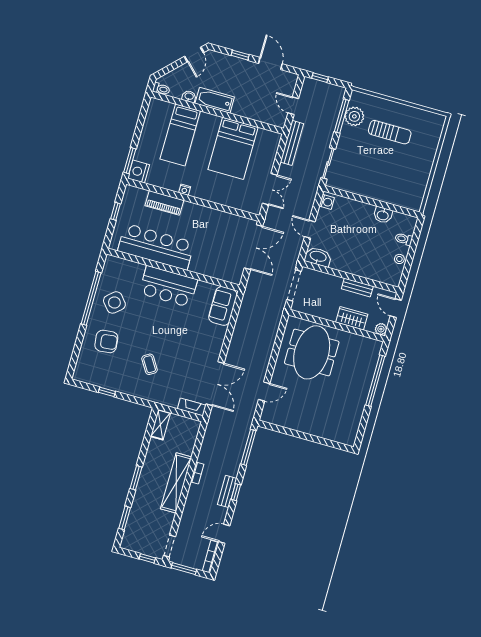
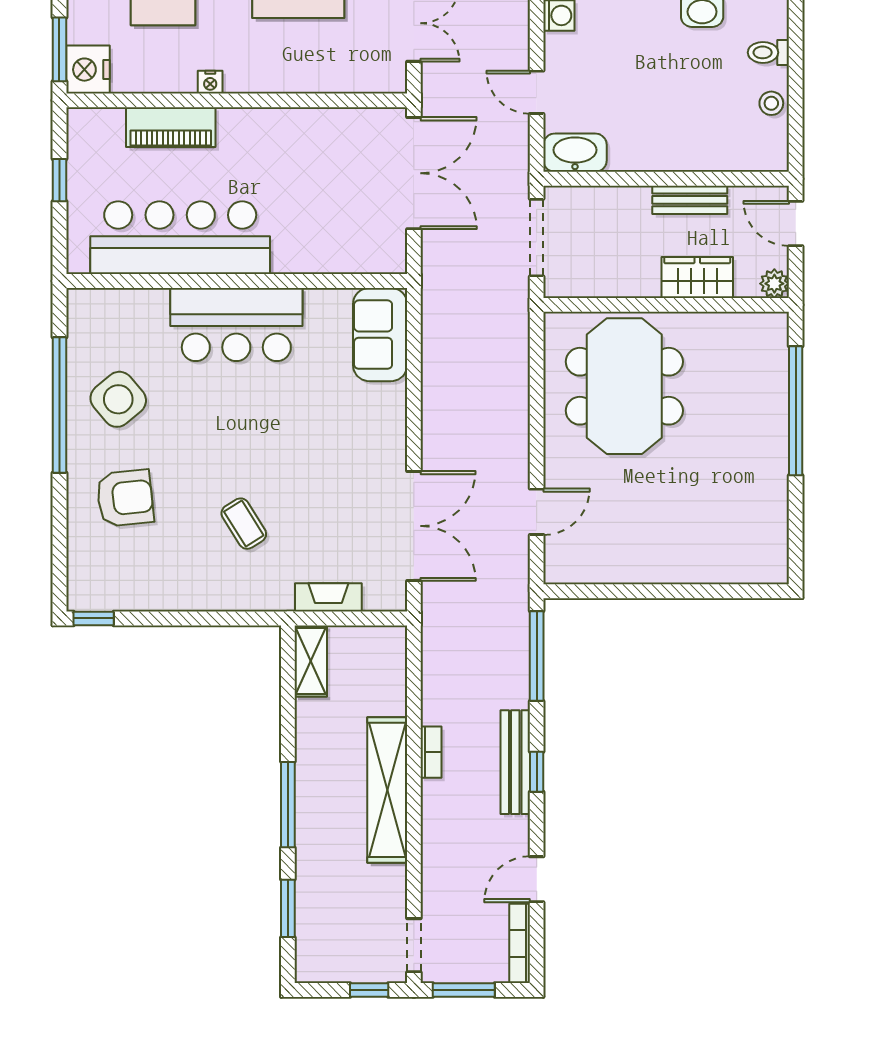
window: (107, 392) -> (94, 618), moved
fireplace: (192, 407) -> (328, 597), moved
window: (136, 478) -> (288, 805), width x1.44
bench: (227, 491) -> (515, 762), width x1.36

